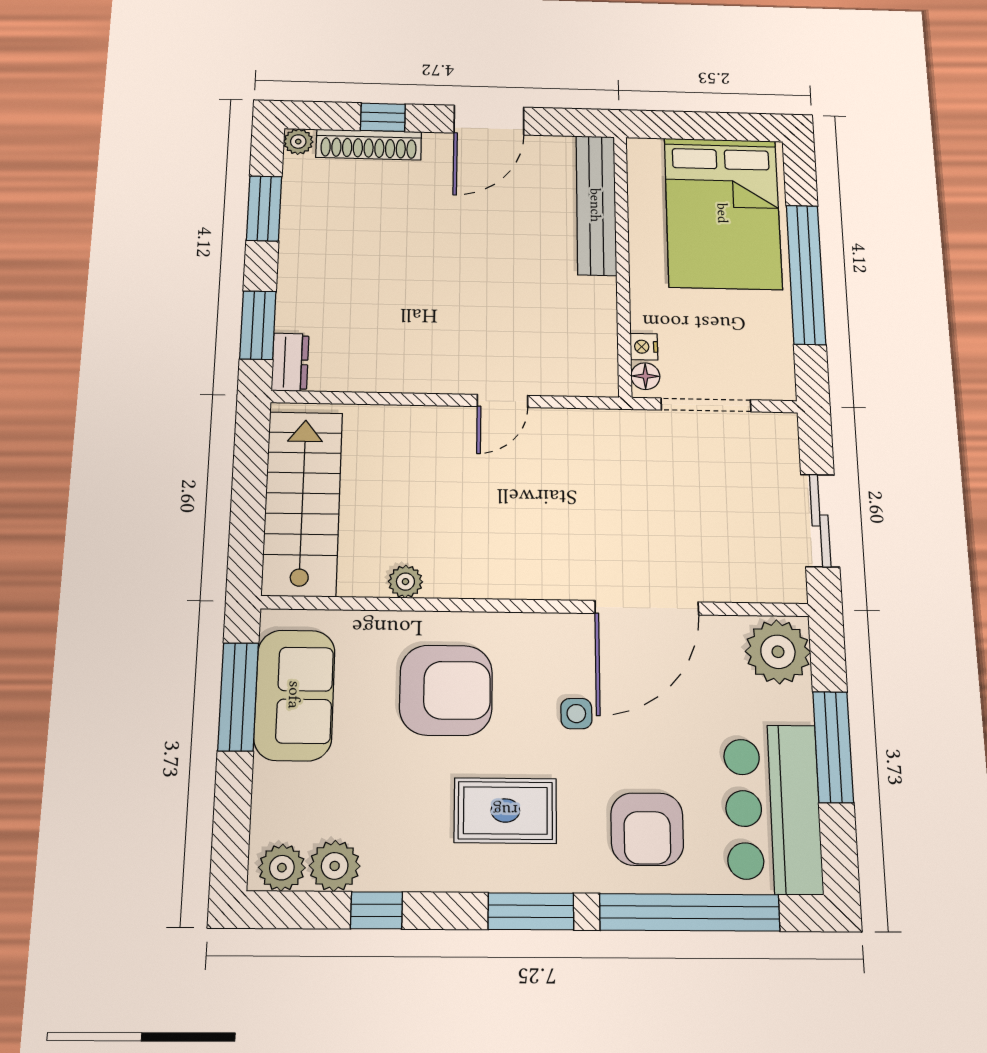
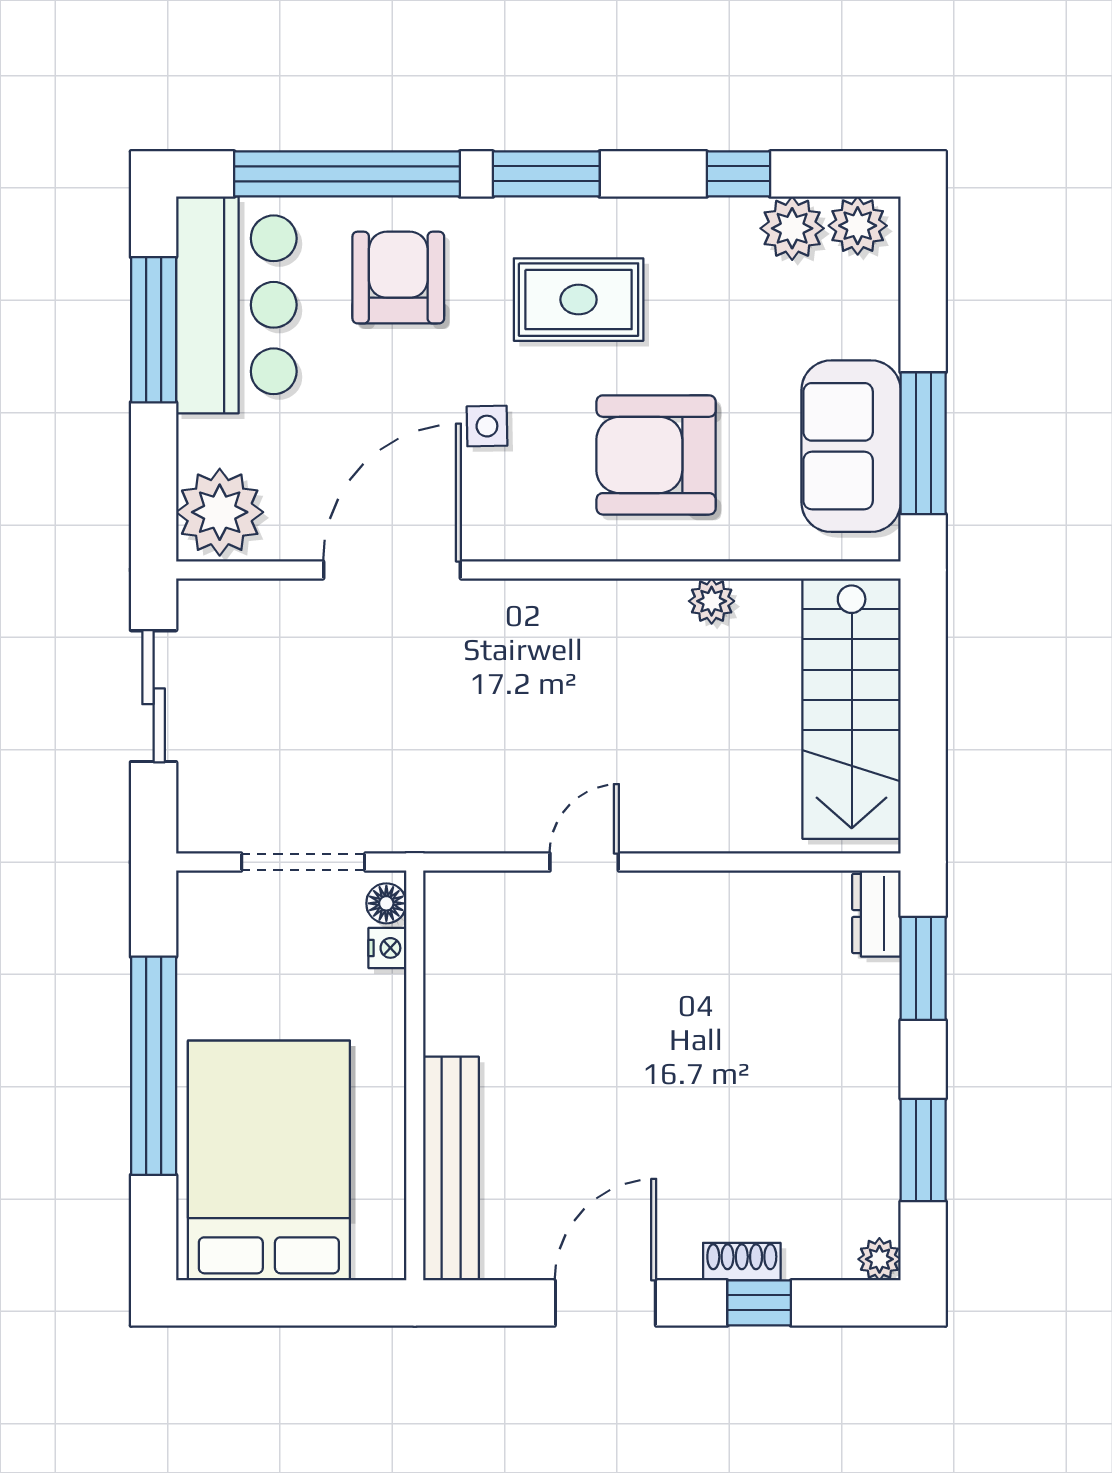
shoe rack: (369, 145) -> (742, 1262), width x0.51, depth x0.81
window: (833, 747) -> (154, 330), moved

